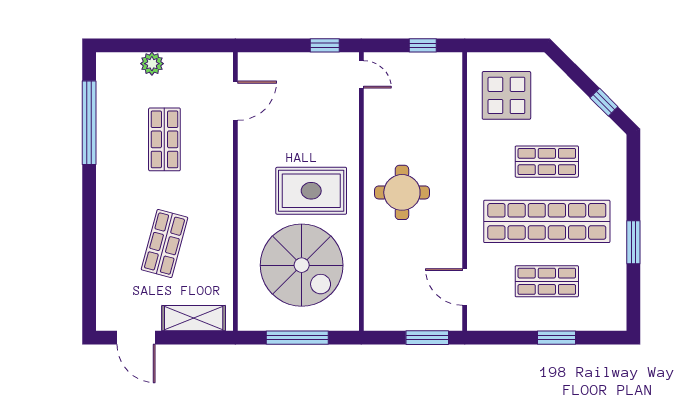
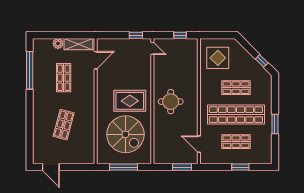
shelving: (194, 318) -> (78, 44), moved

